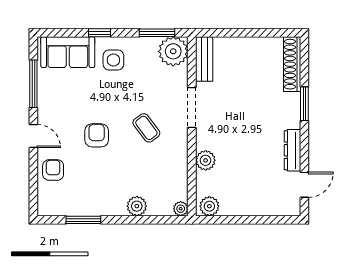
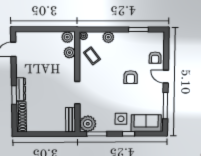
coffee table: (146, 128) -> (92, 56), moved
dresser: (292, 150) -> (21, 89), moved
plant: (206, 160) -> (69, 53), moved

